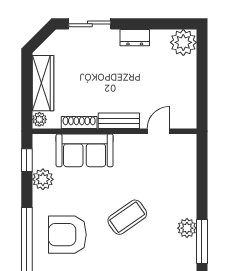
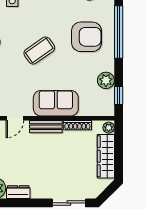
dresser: (135, 38) -> (18, 192), moved
sofa: (85, 150) -> (56, 103), moved

